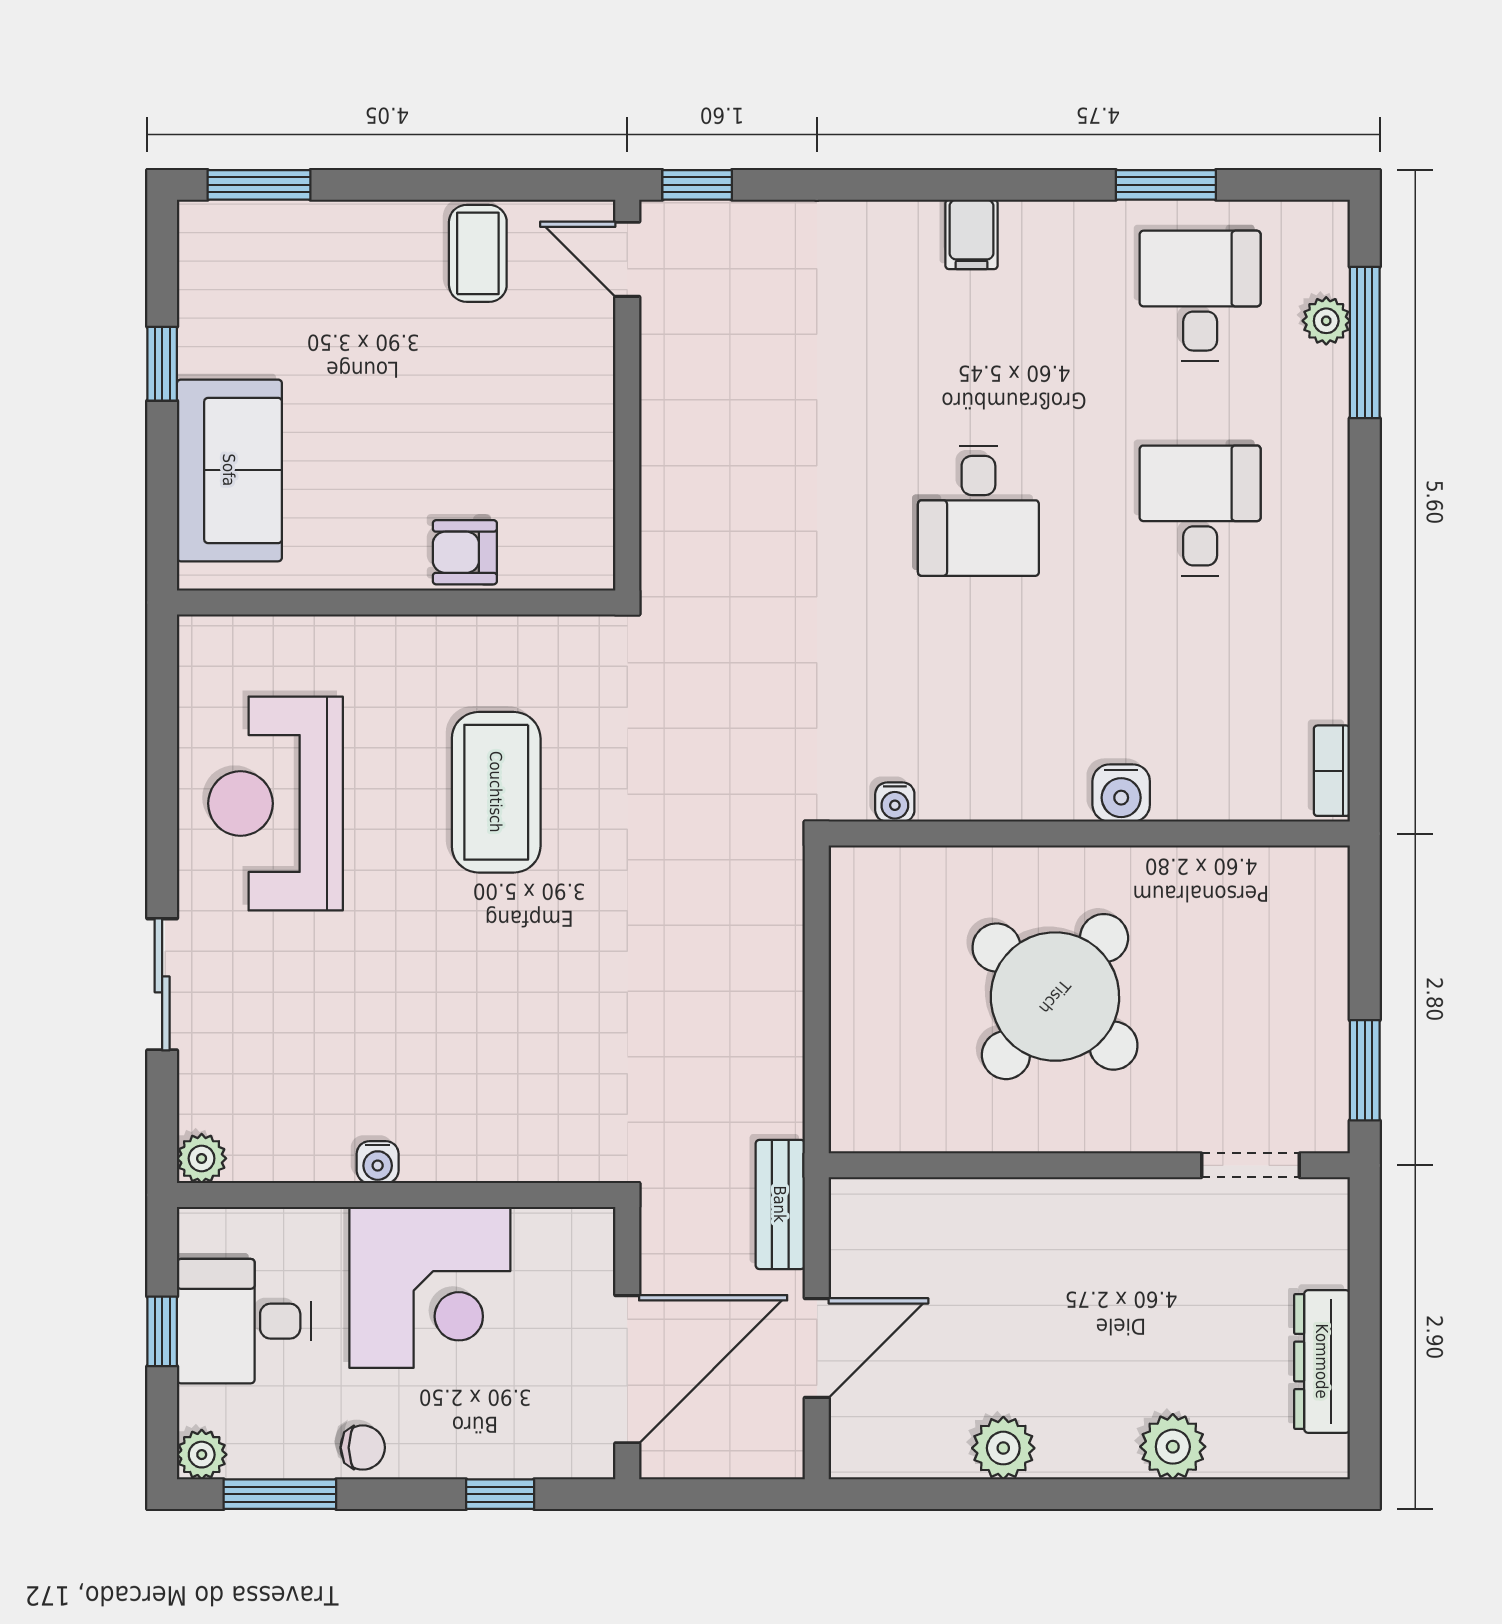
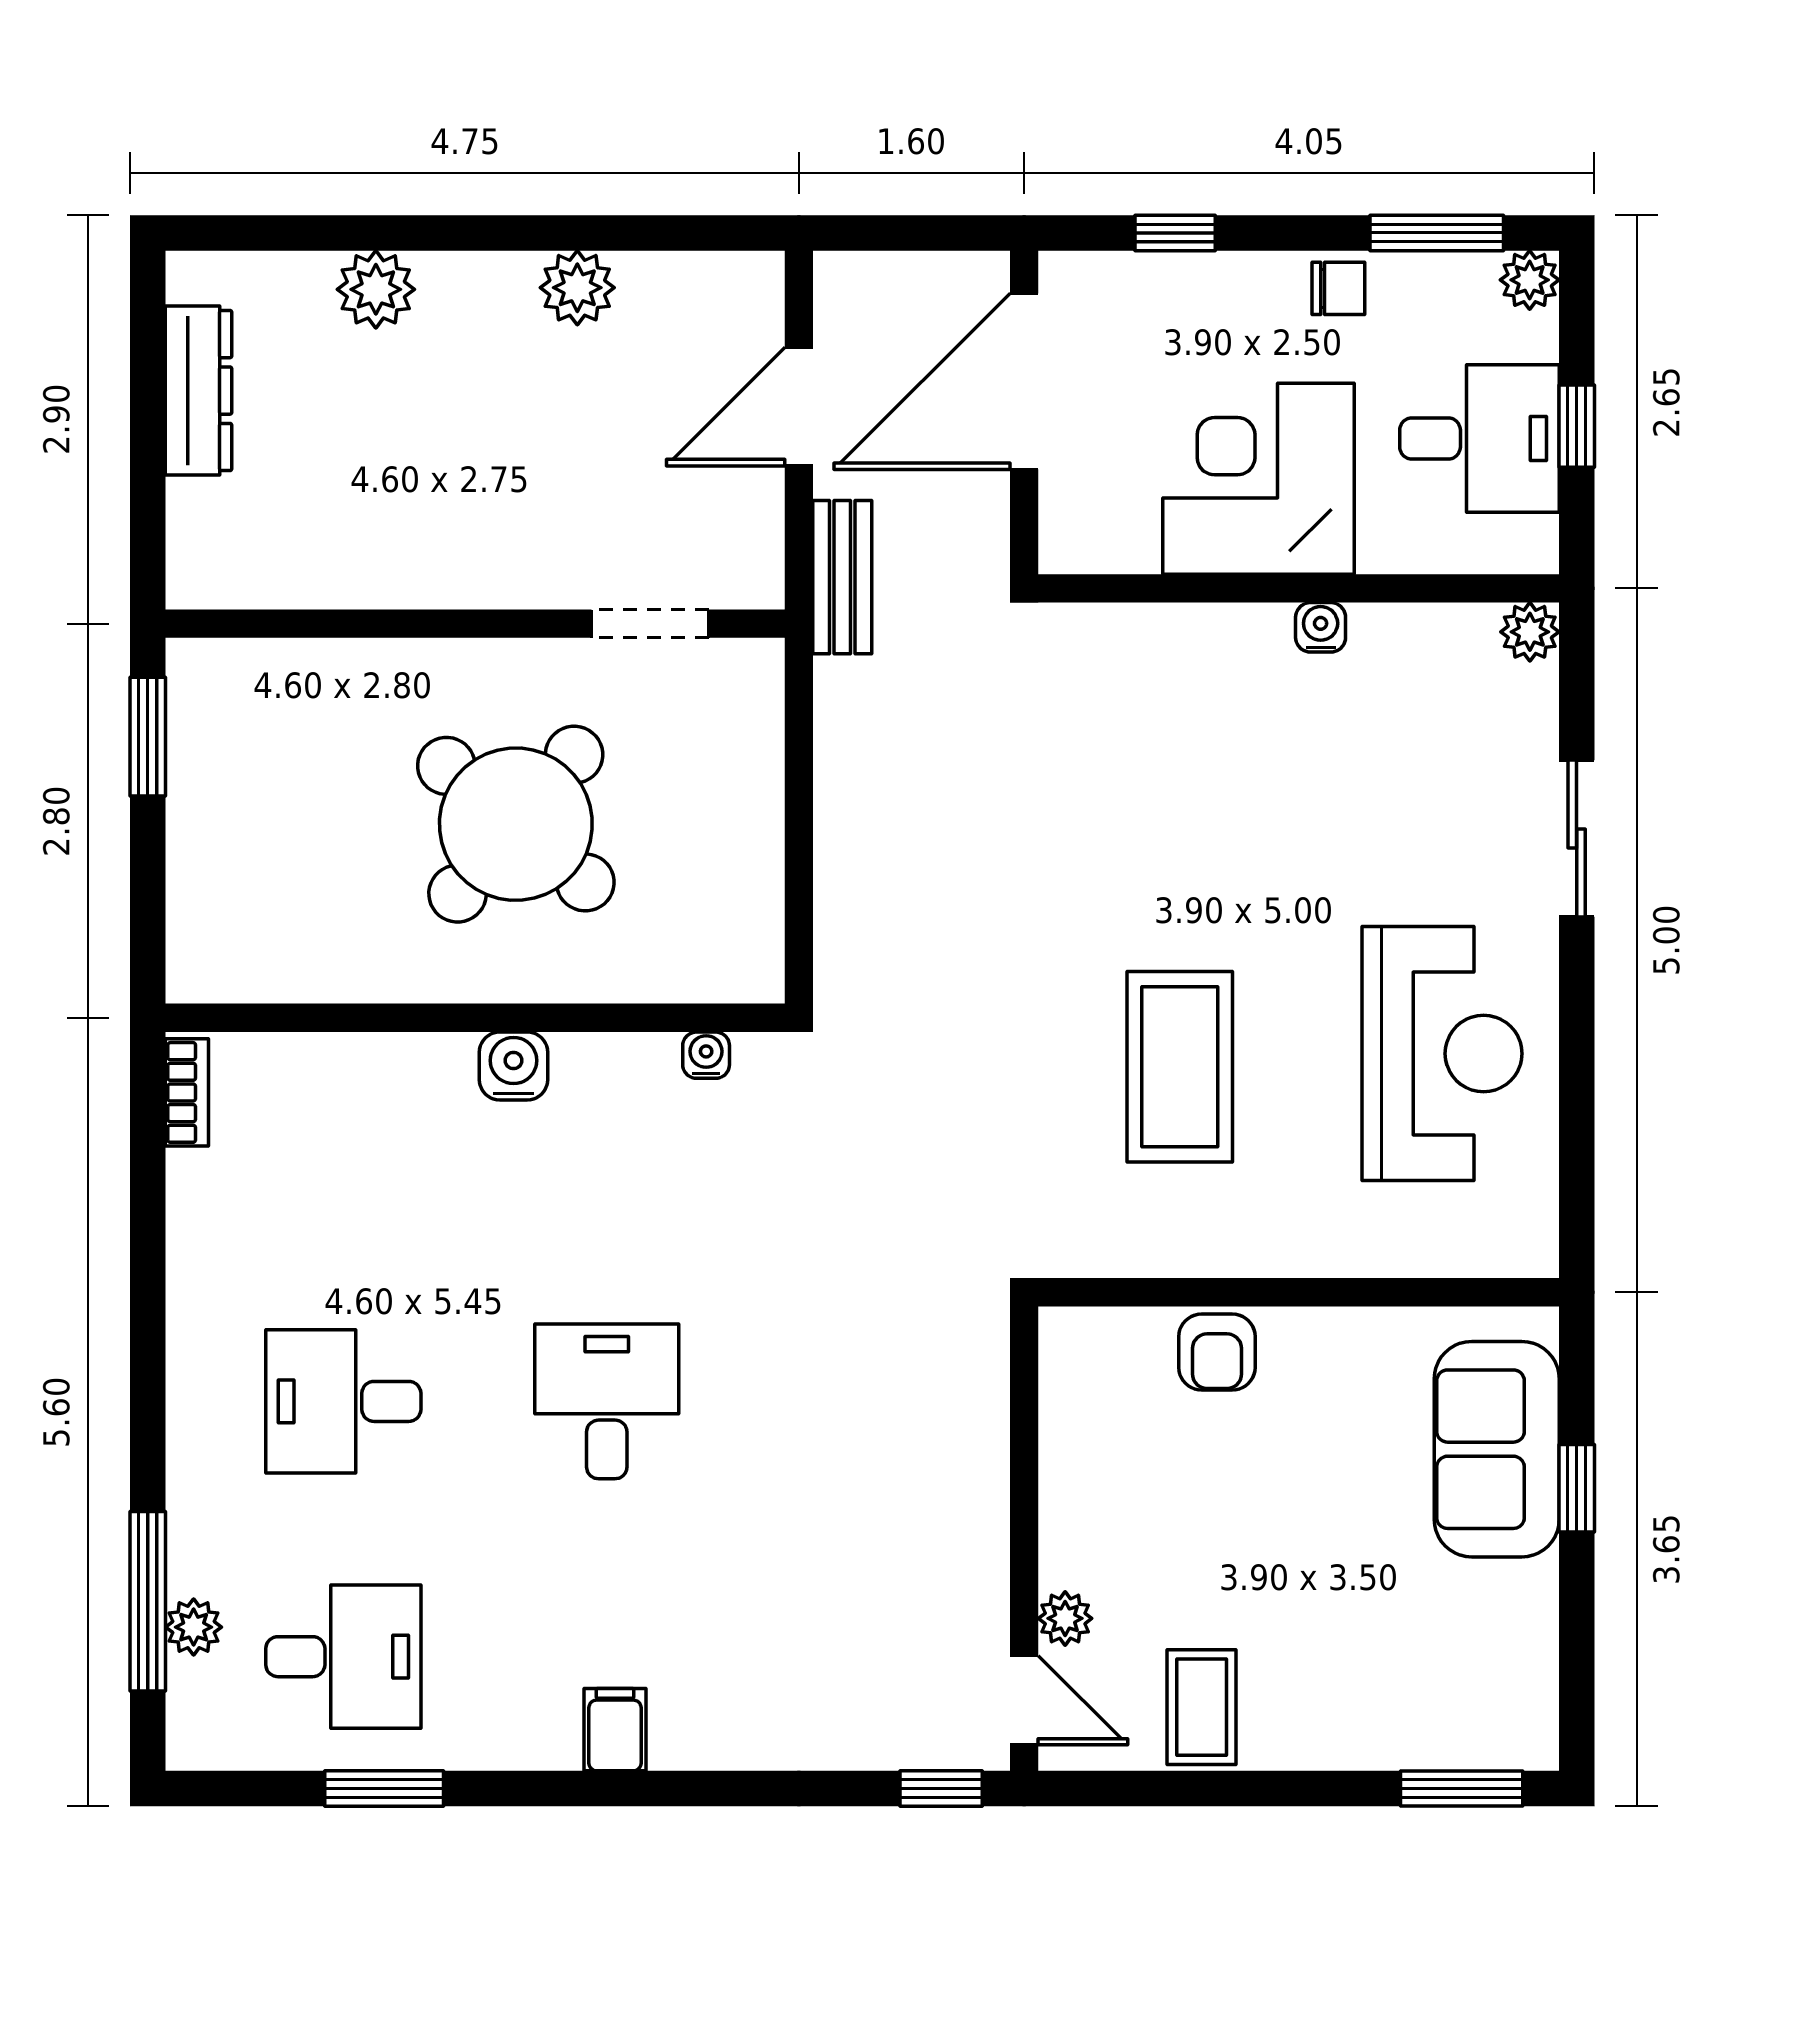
desk: (1200, 296) -> (343, 1657), turned -90
plant: (593, 328) -> (1065, 1618), added
window: (162, 364) -> (1577, 1488), moved
desk: (1200, 511) -> (343, 1401), turned 90
armchair: (465, 552) -> (1217, 1352), turned 90
water cooler: (1121, 793) -> (514, 1066), moved
doorway: (1250, 1165) -> (650, 624), moved
chair: (363, 1448) -> (1338, 288), turned 180

